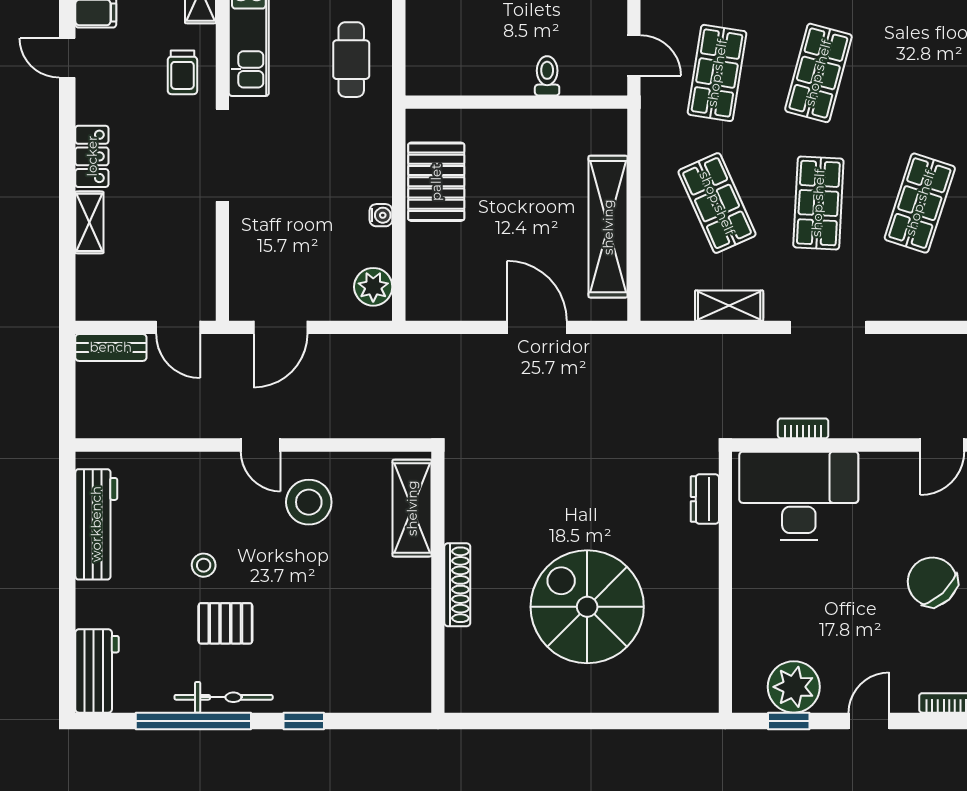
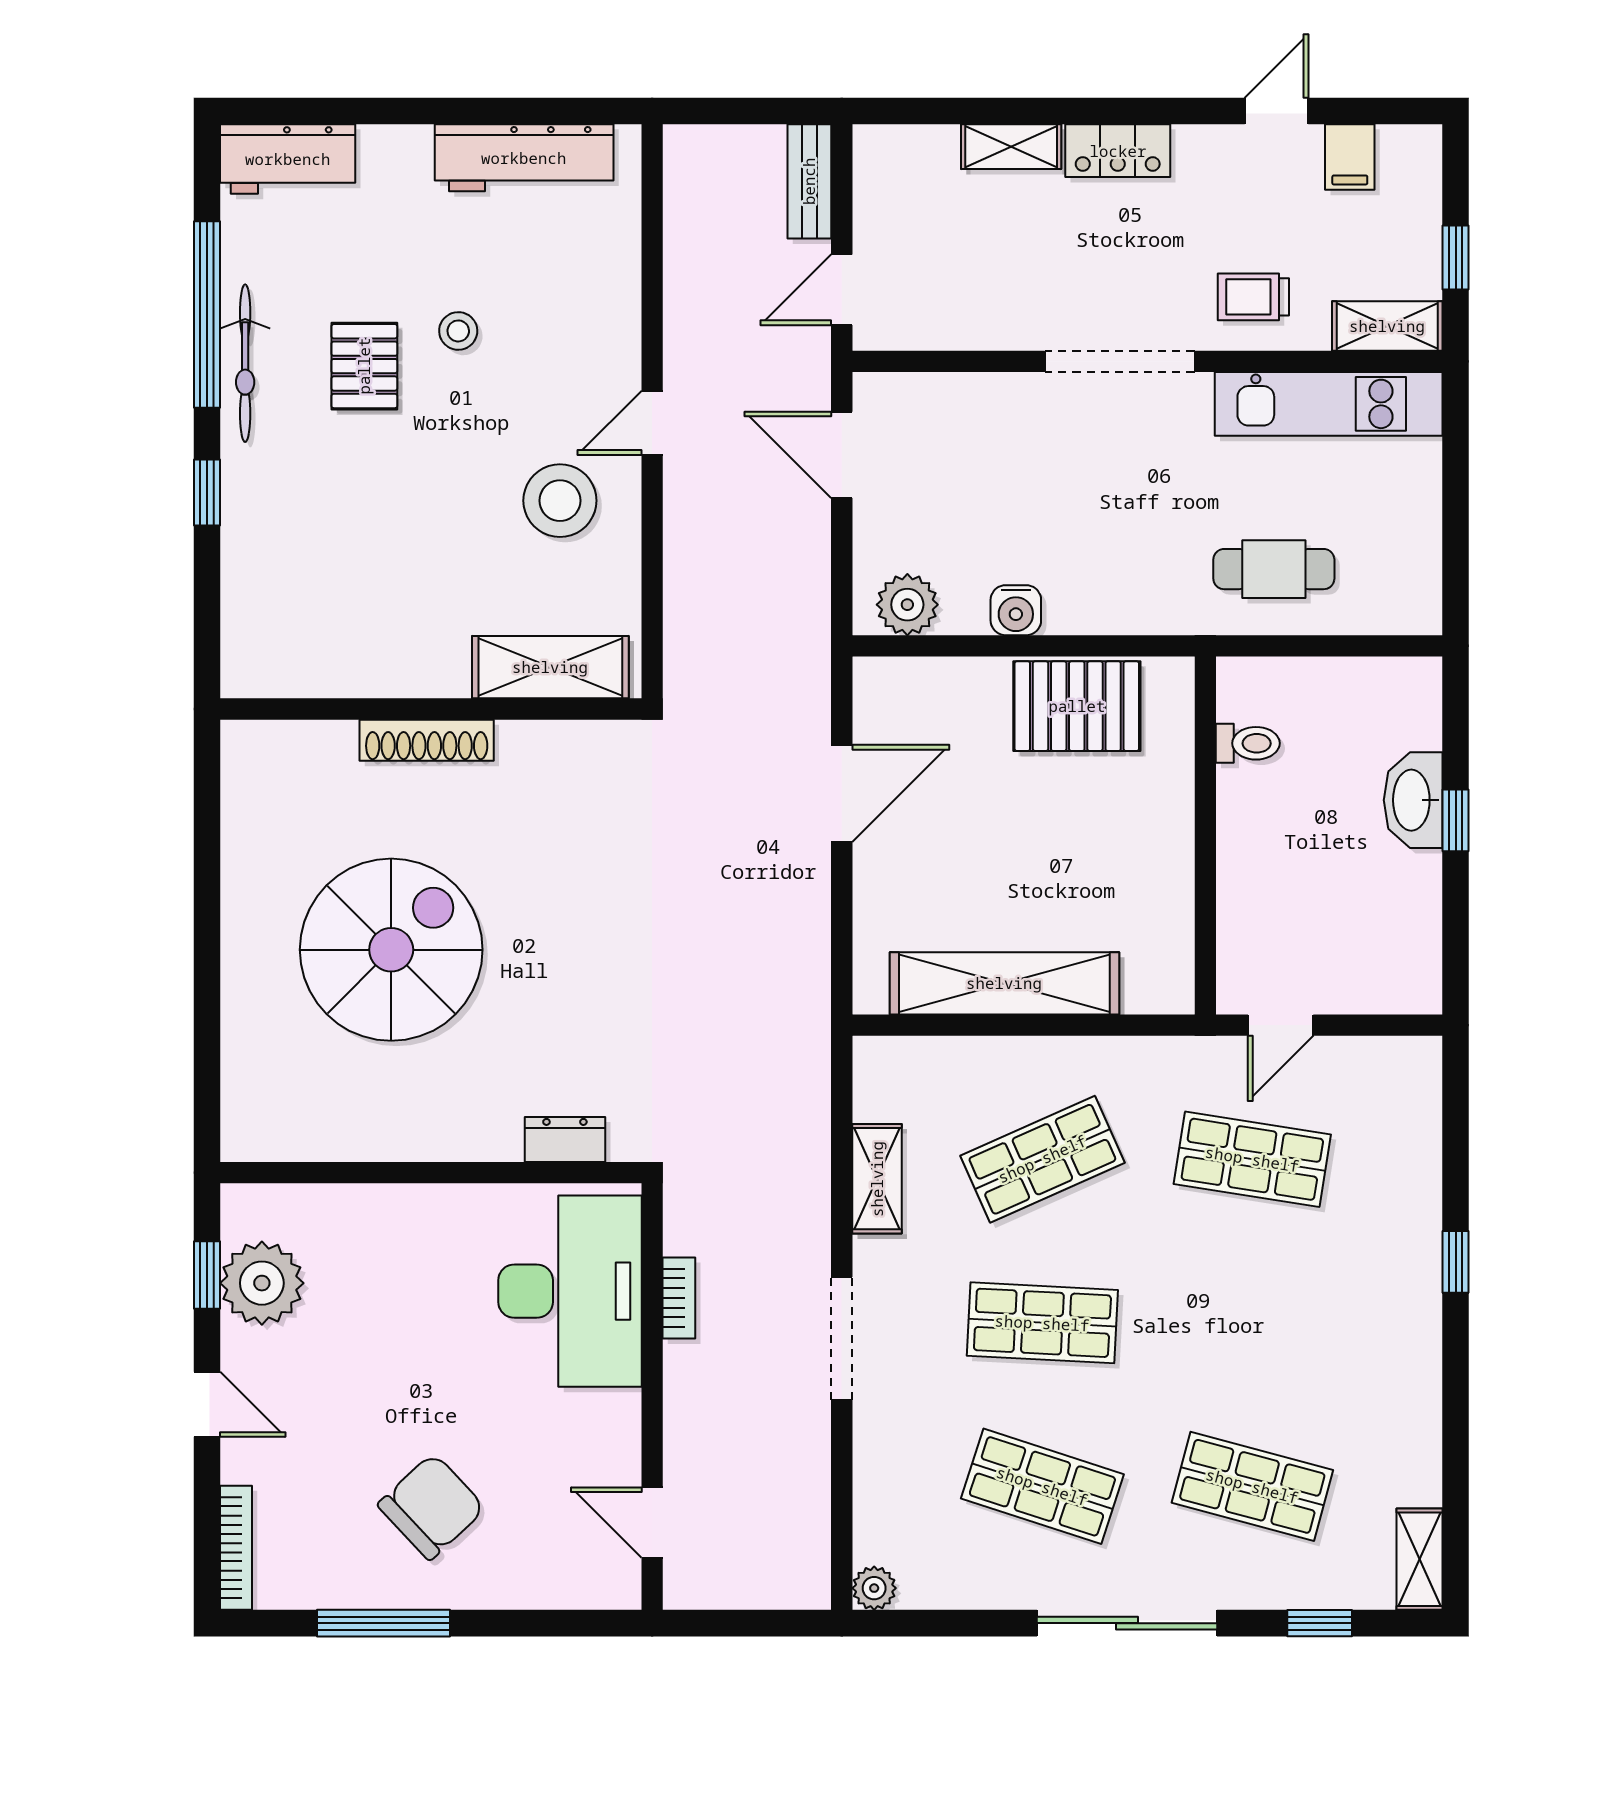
shop shelf: (818, 73) -> (1252, 1486), moved
toilet: (547, 76) -> (1248, 743), moved
water cooler: (381, 215) -> (1016, 610), width x1.38, depth x1.38
door: (537, 327) -> (842, 793), moved

